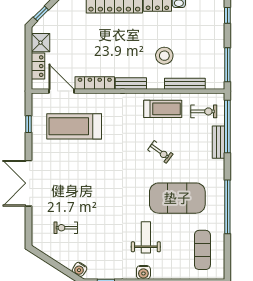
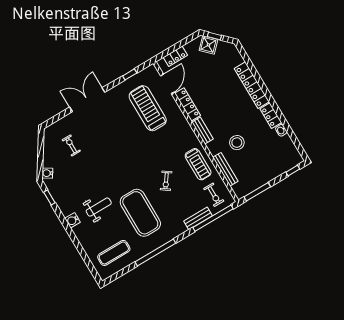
shower: (41, 43) -> (208, 45), moved, turned 45

